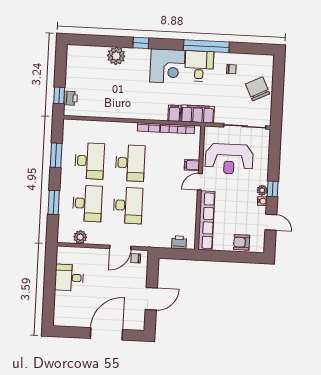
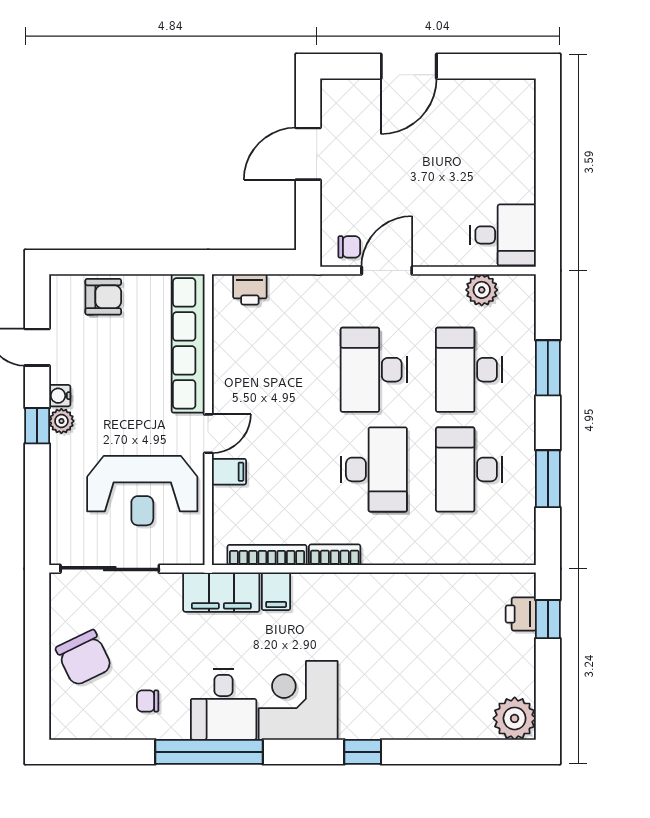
plant: (116, 56) -> (515, 718), moved
reception desk: (229, 159) -> (142, 491), turned 180
desk: (130, 163) -> (374, 469), turned 180
desk: (69, 278) -> (503, 235), moved
door: (107, 334) -> (409, 66), width x0.73

